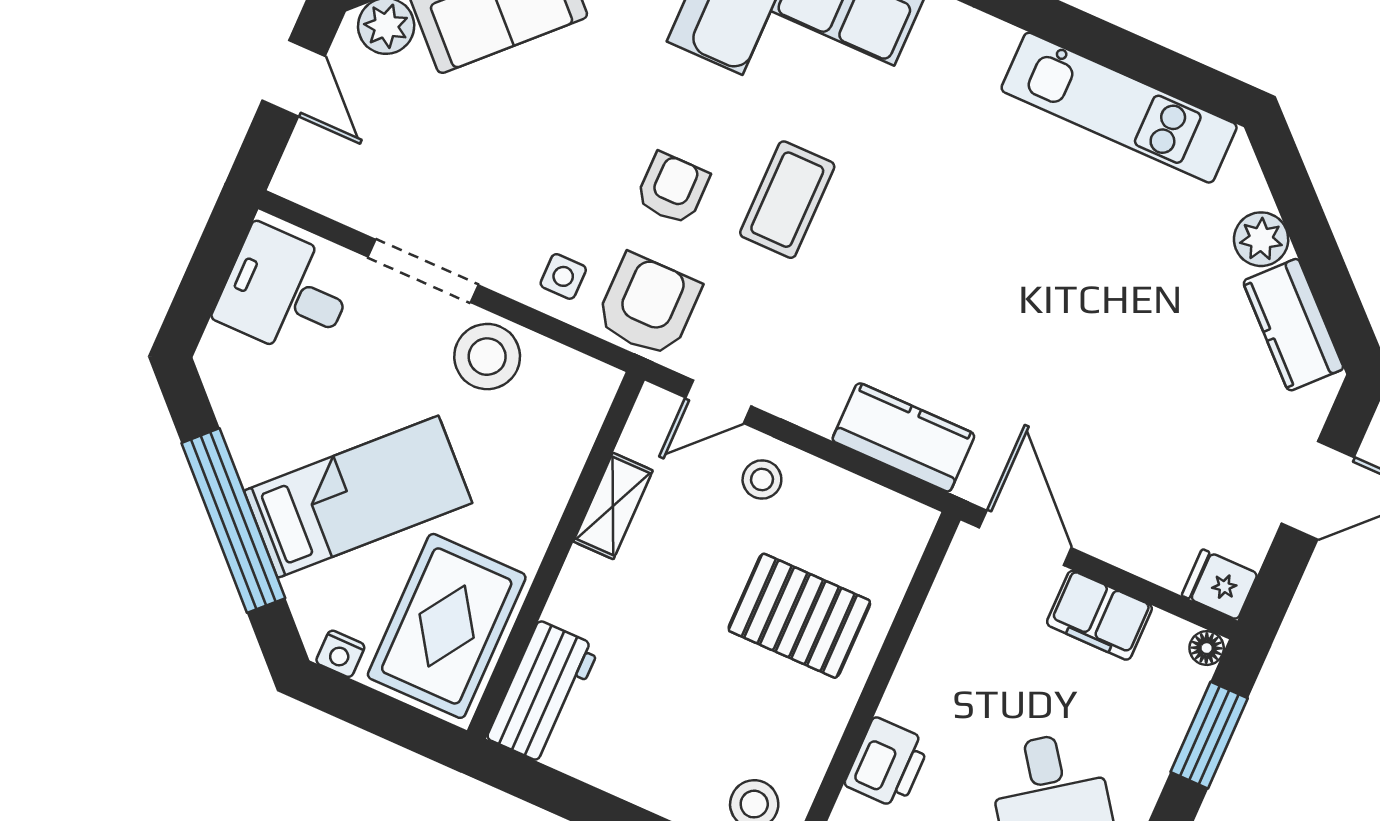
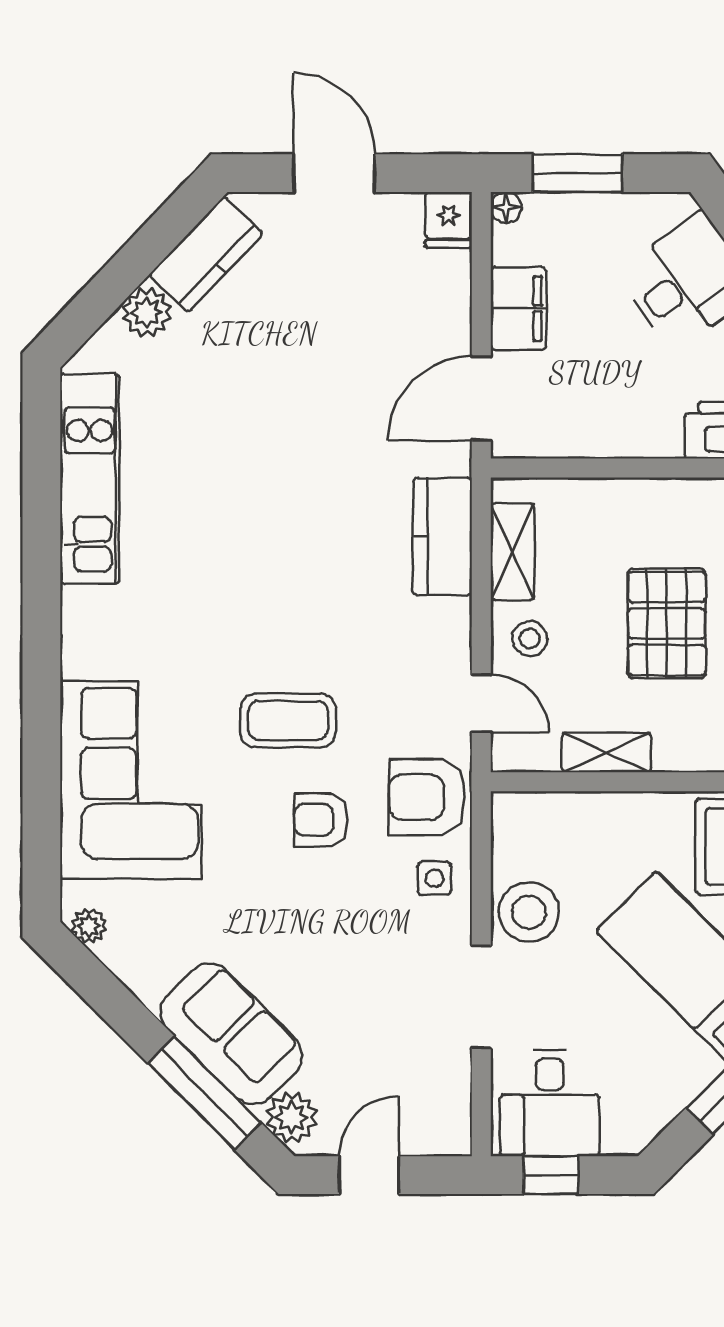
window: (213, 261) -> (551, 1175), added
shelving: (857, 501) -> (513, 552), added
pallet: (799, 616) -> (667, 624), moved

